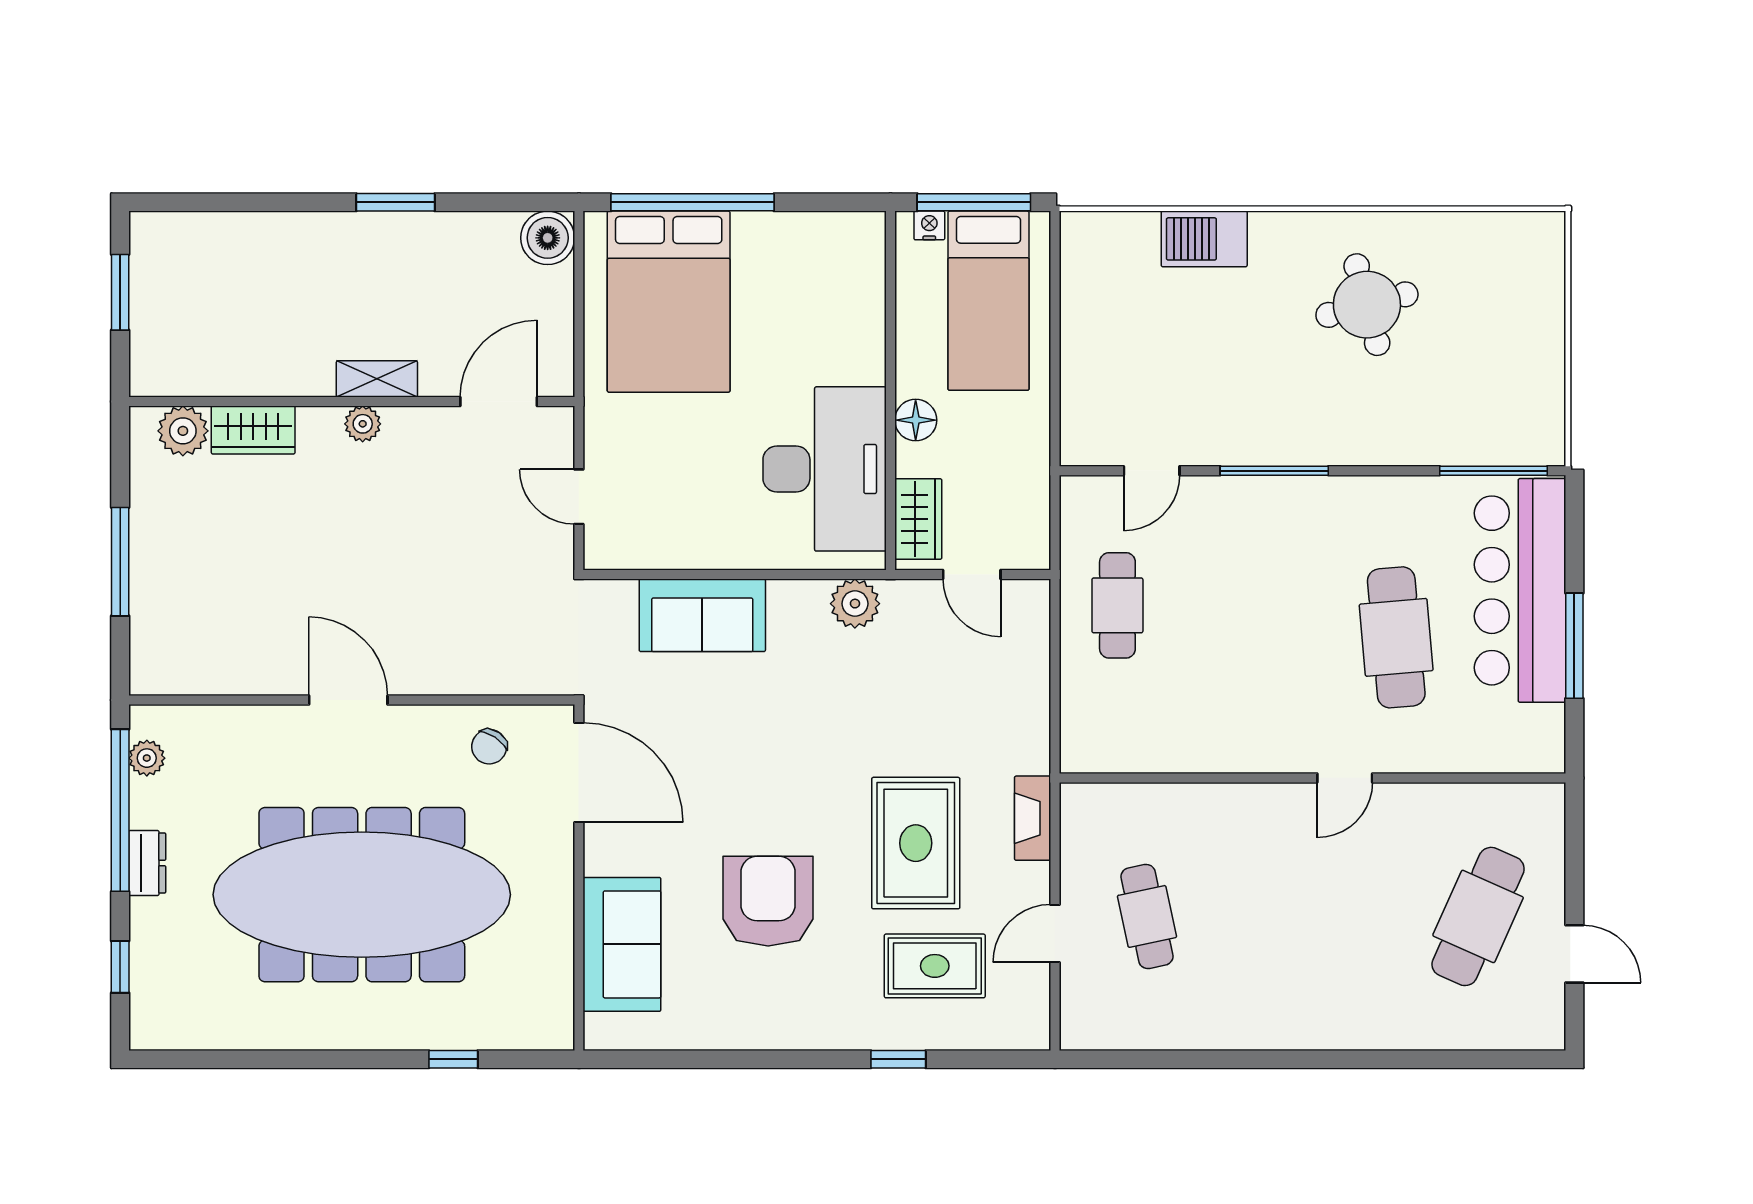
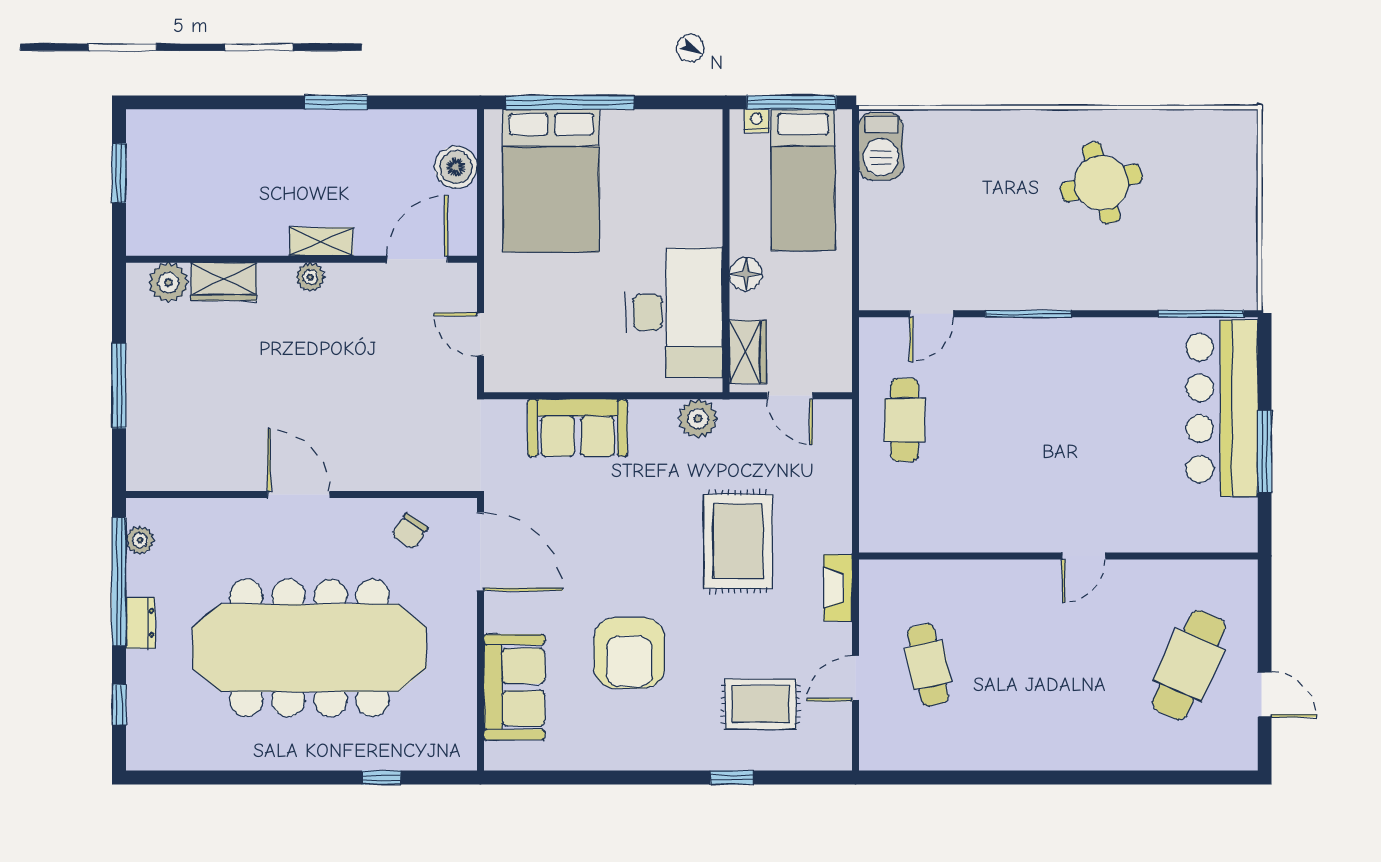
boiler: (548, 238) -> (456, 167), moved
barbecue: (1204, 239) -> (881, 146), moved, turned -90
cafe table: (1396, 637) -> (1124, 445), removed
rug: (916, 843) -> (738, 541), moved
armchair: (768, 901) -> (629, 653), turned 180

